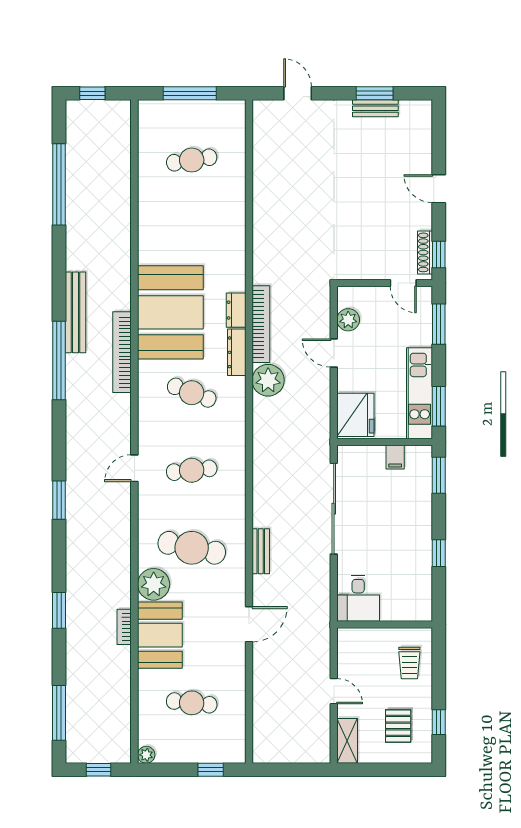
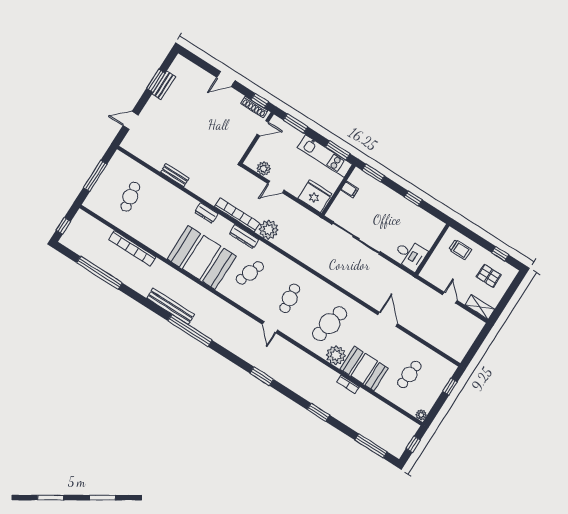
dresser: (236, 310) -> (206, 213), moved
bookcase: (122, 352) -> (132, 248), moved
bench: (261, 551) -> (175, 175), moved
door: (334, 691) -> (450, 298), hinge flipped

